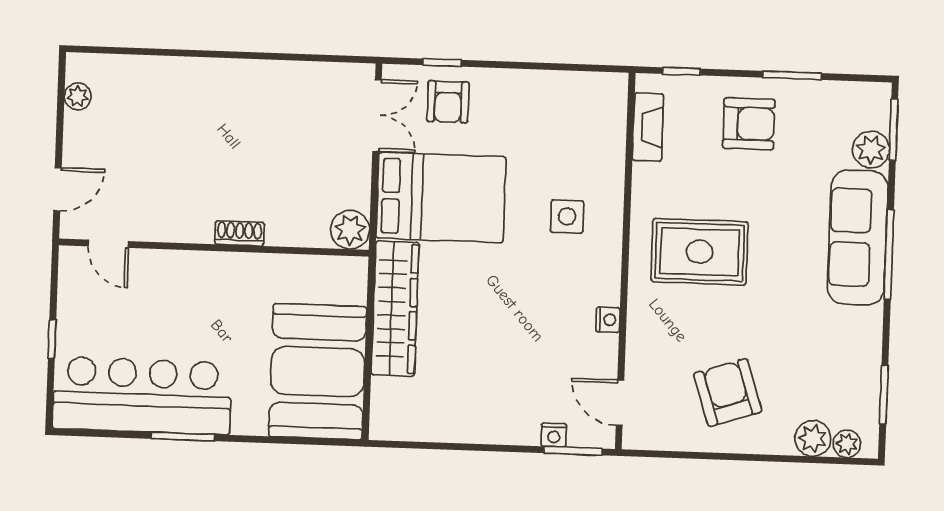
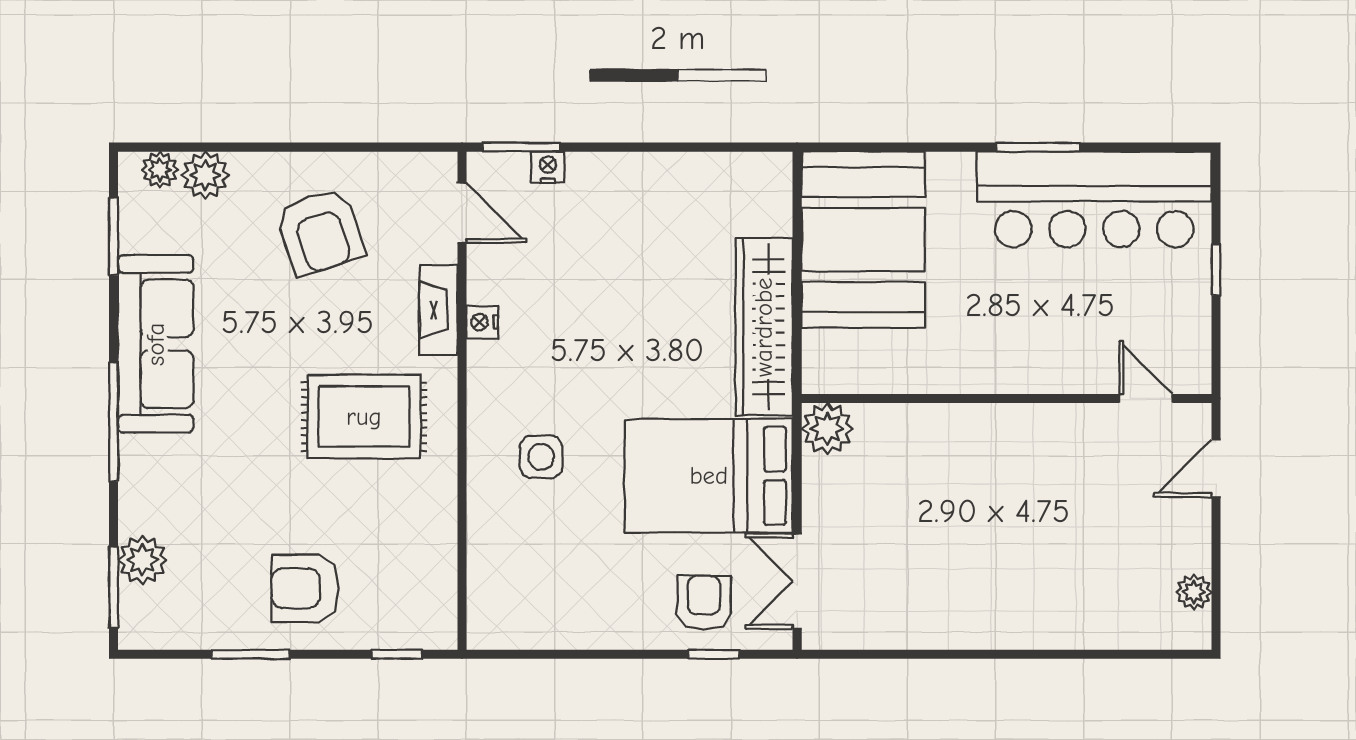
fireplace: (648, 127) -> (438, 310), moved
shoe rack: (240, 233) -> (973, 419), removed
sofa: (858, 237) -> (156, 344), moved

